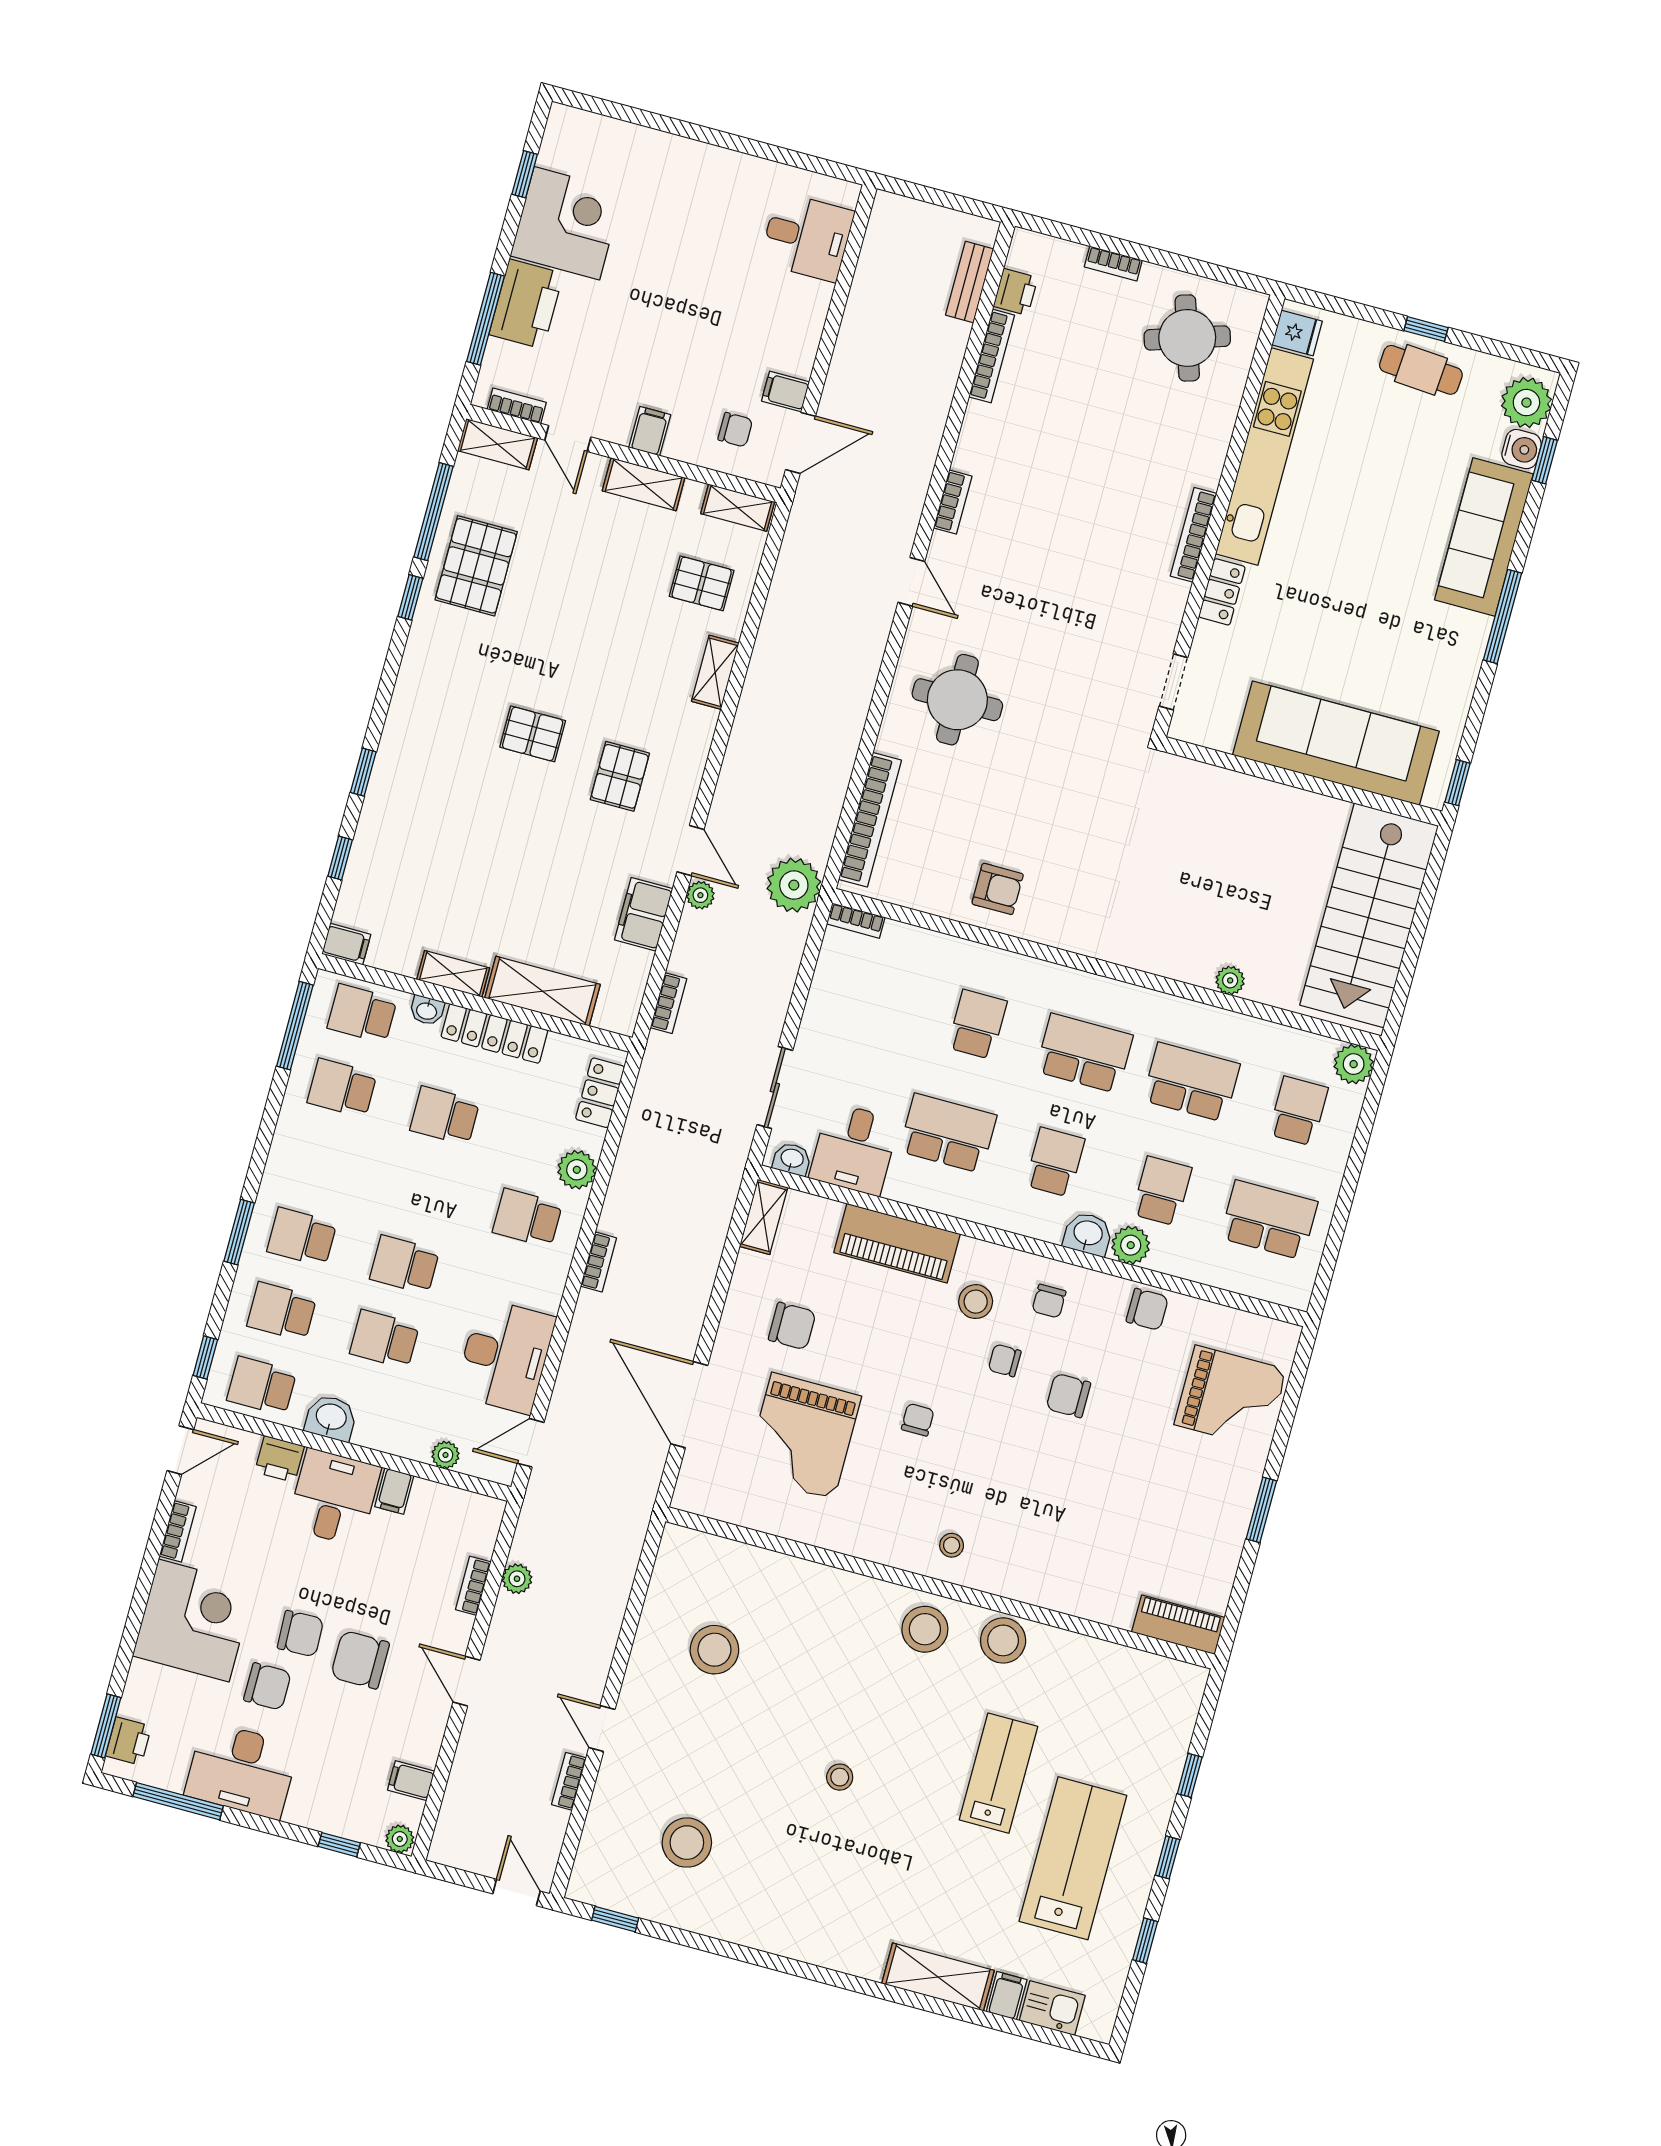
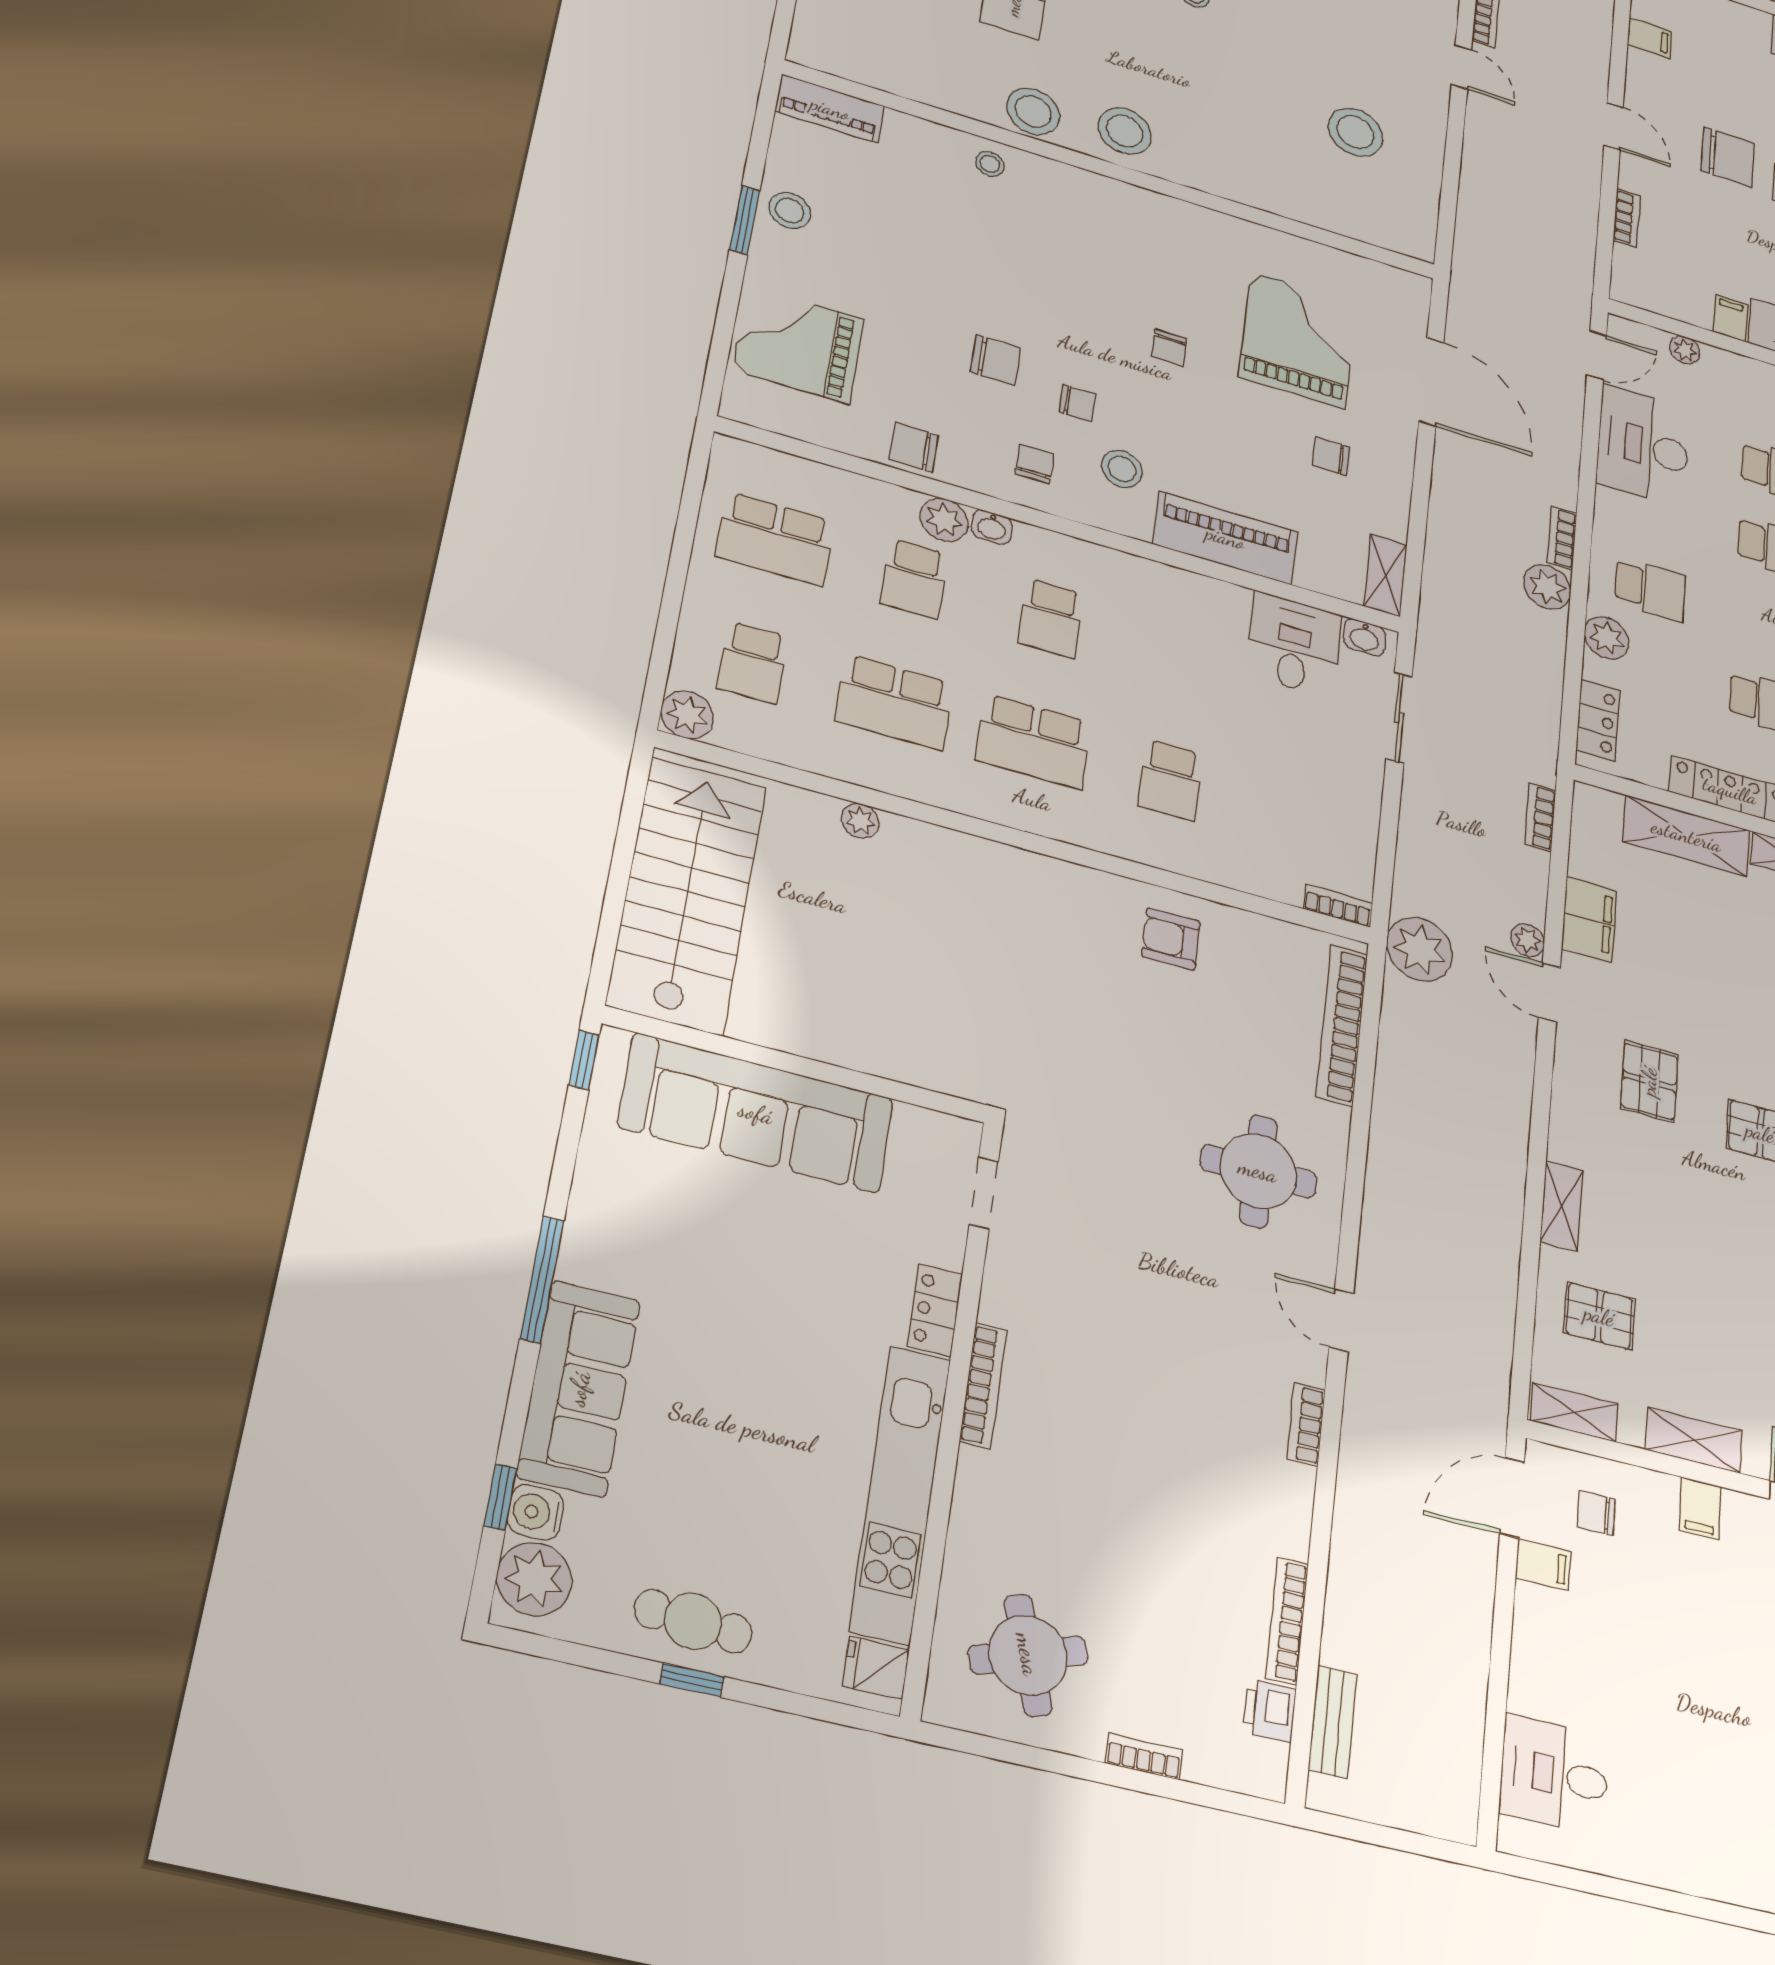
school desk: (948, 1133) -> (1185, 657), removed
washbasin: (1088, 1234) -> (992, 527), width x0.72, depth x0.69
chair: (792, 1326) -> (1331, 456), width x0.73, depth x0.73
stool: (1223, 1522) -> (790, 211), added
stool: (952, 1545) -> (990, 164), moved
plant: (517, 1579) -> (1547, 587), moved, width x1.38, depth x1.38

